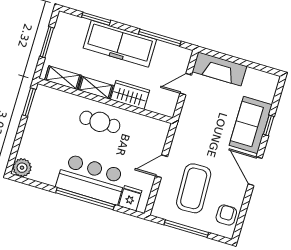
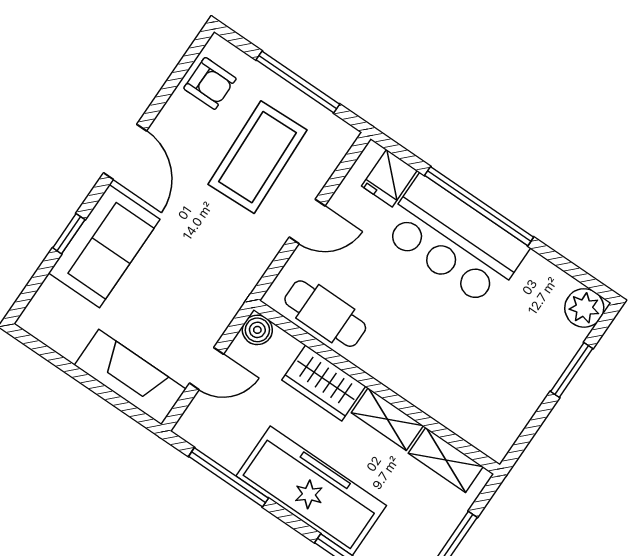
window: (29, 102) -> (572, 370), moved
boiler: (168, 109) -> (257, 330), added
cafe table: (100, 122) -> (325, 314), moved
armchair: (226, 215) -> (210, 83), turned -90

